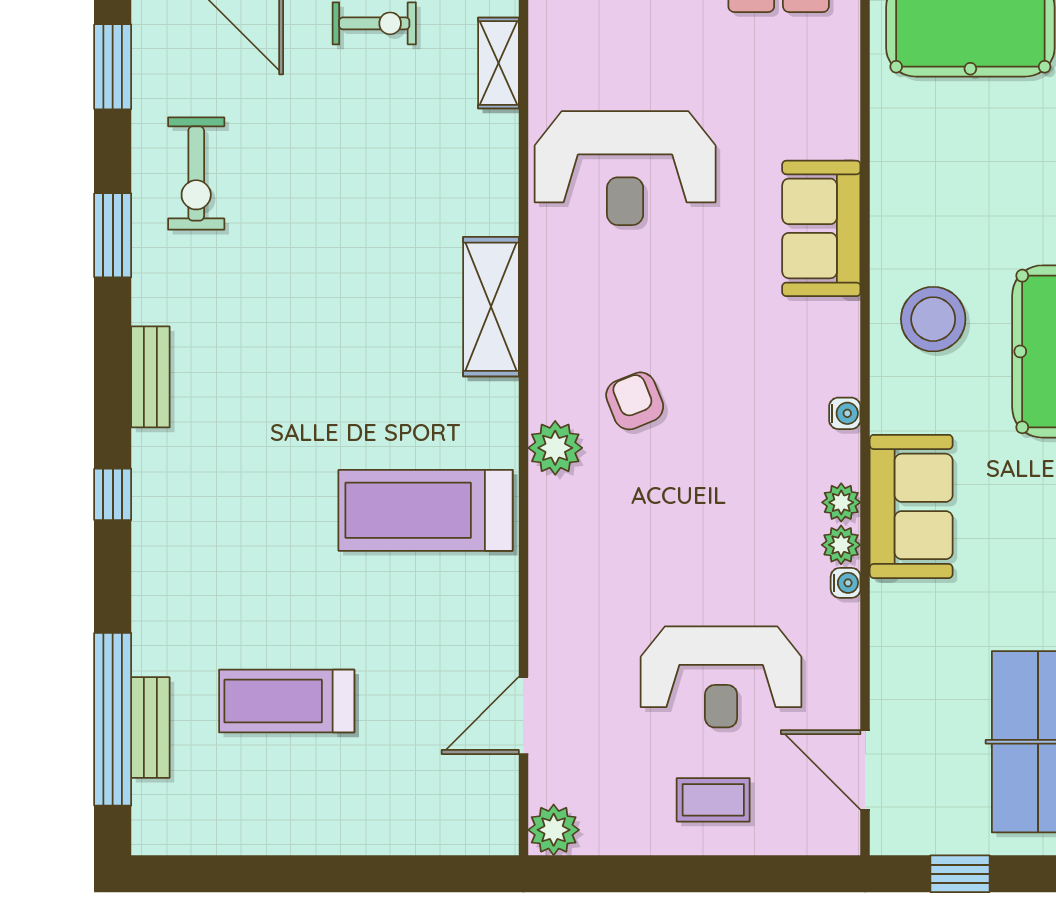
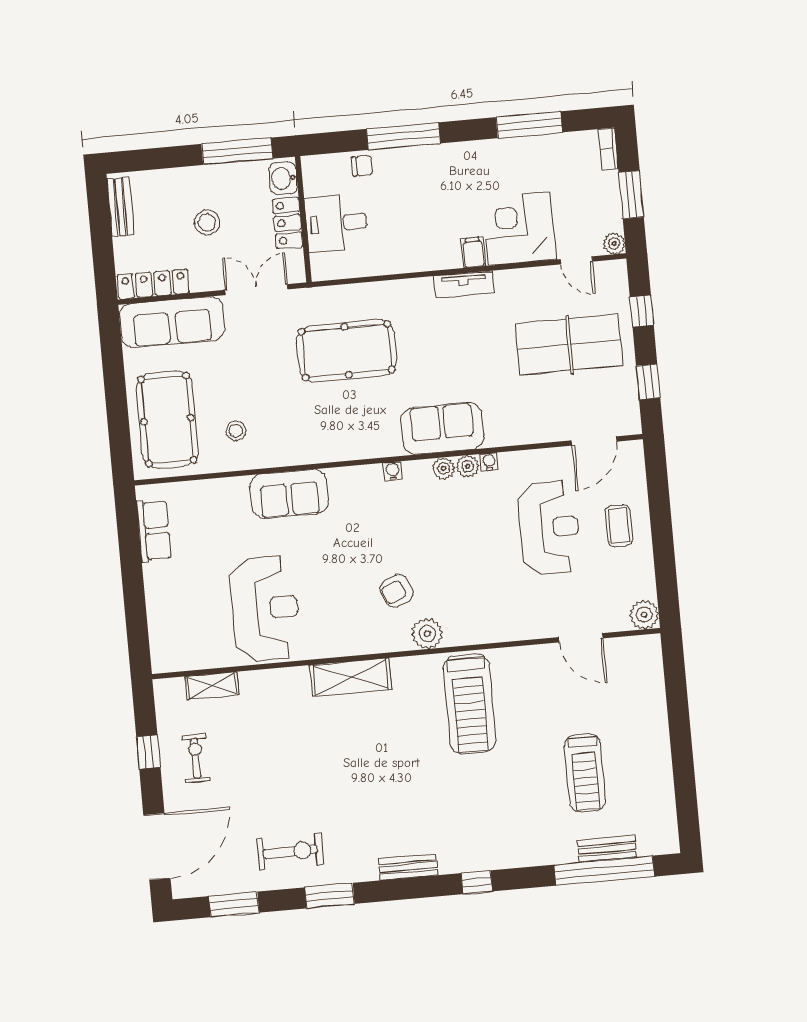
stool: (933, 319) -> (236, 431), moved, width x0.53, depth x0.53

